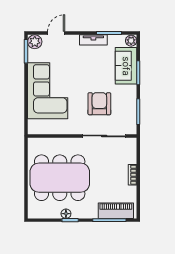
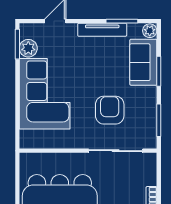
tv unit: (93, 40) -> (102, 30), width x1.41
plant: (35, 42) -> (28, 48), moved

